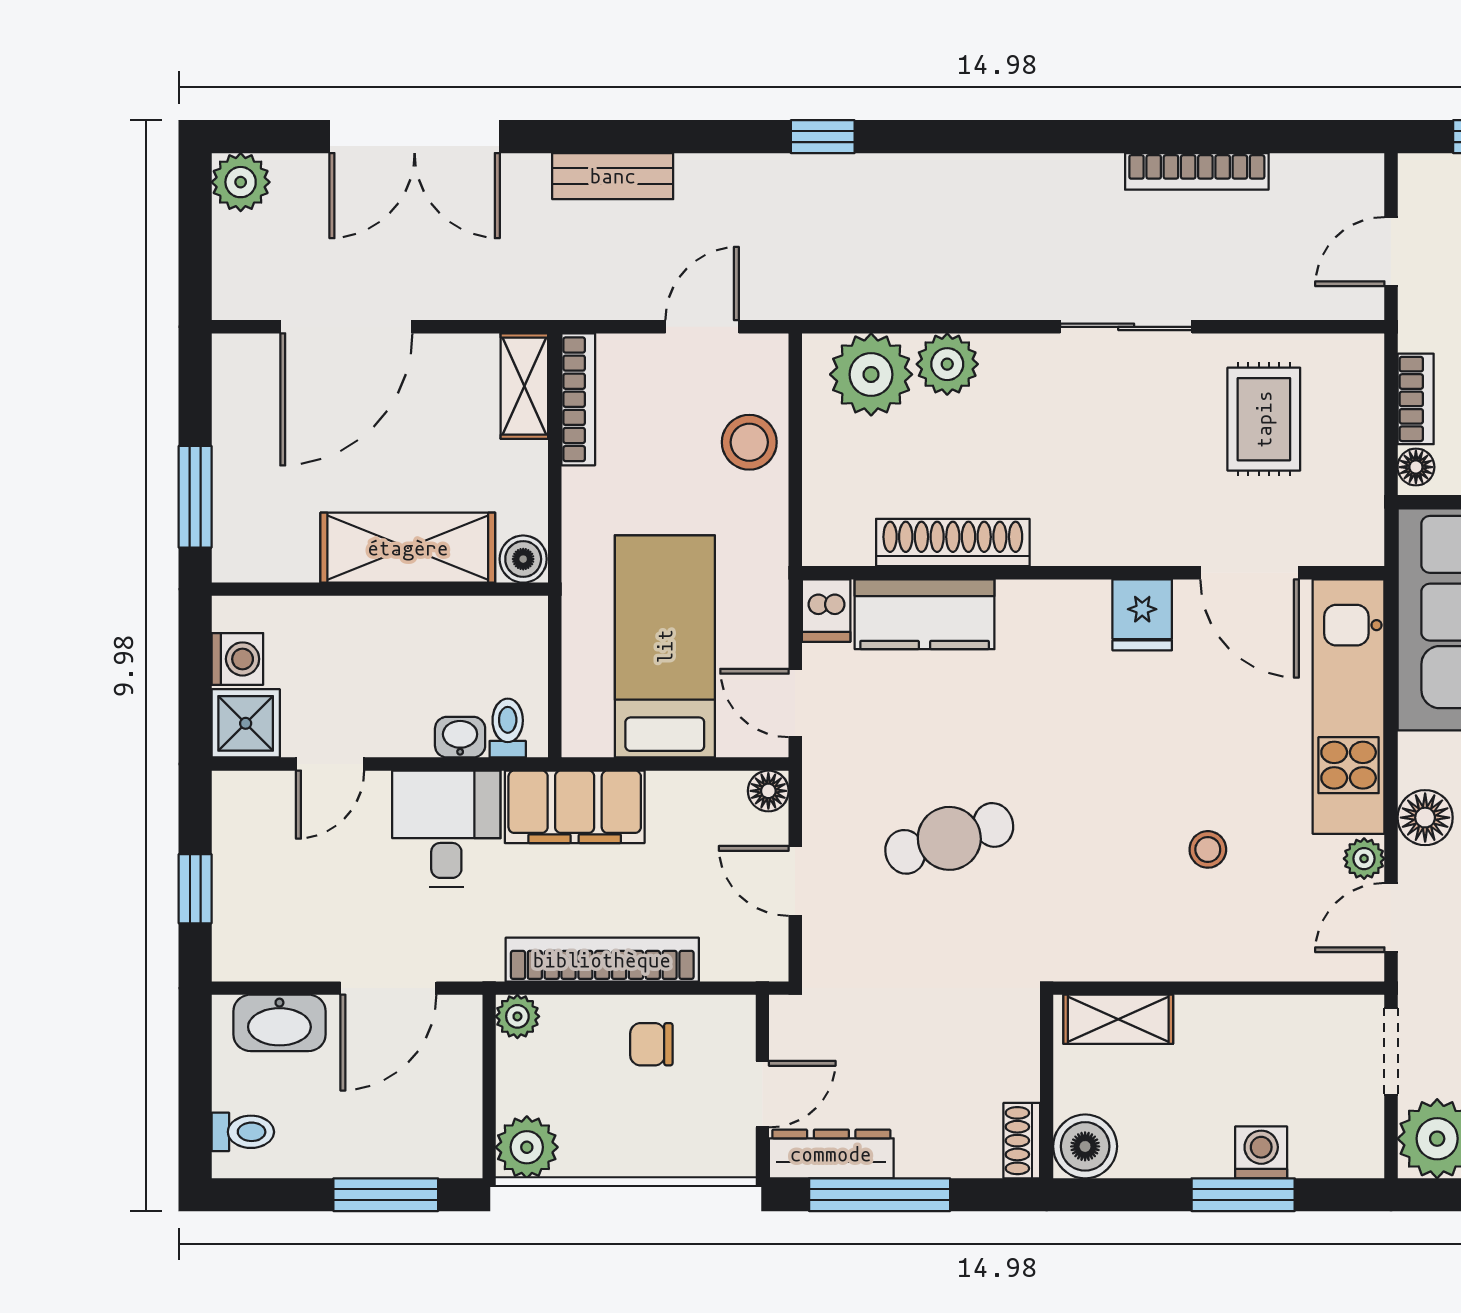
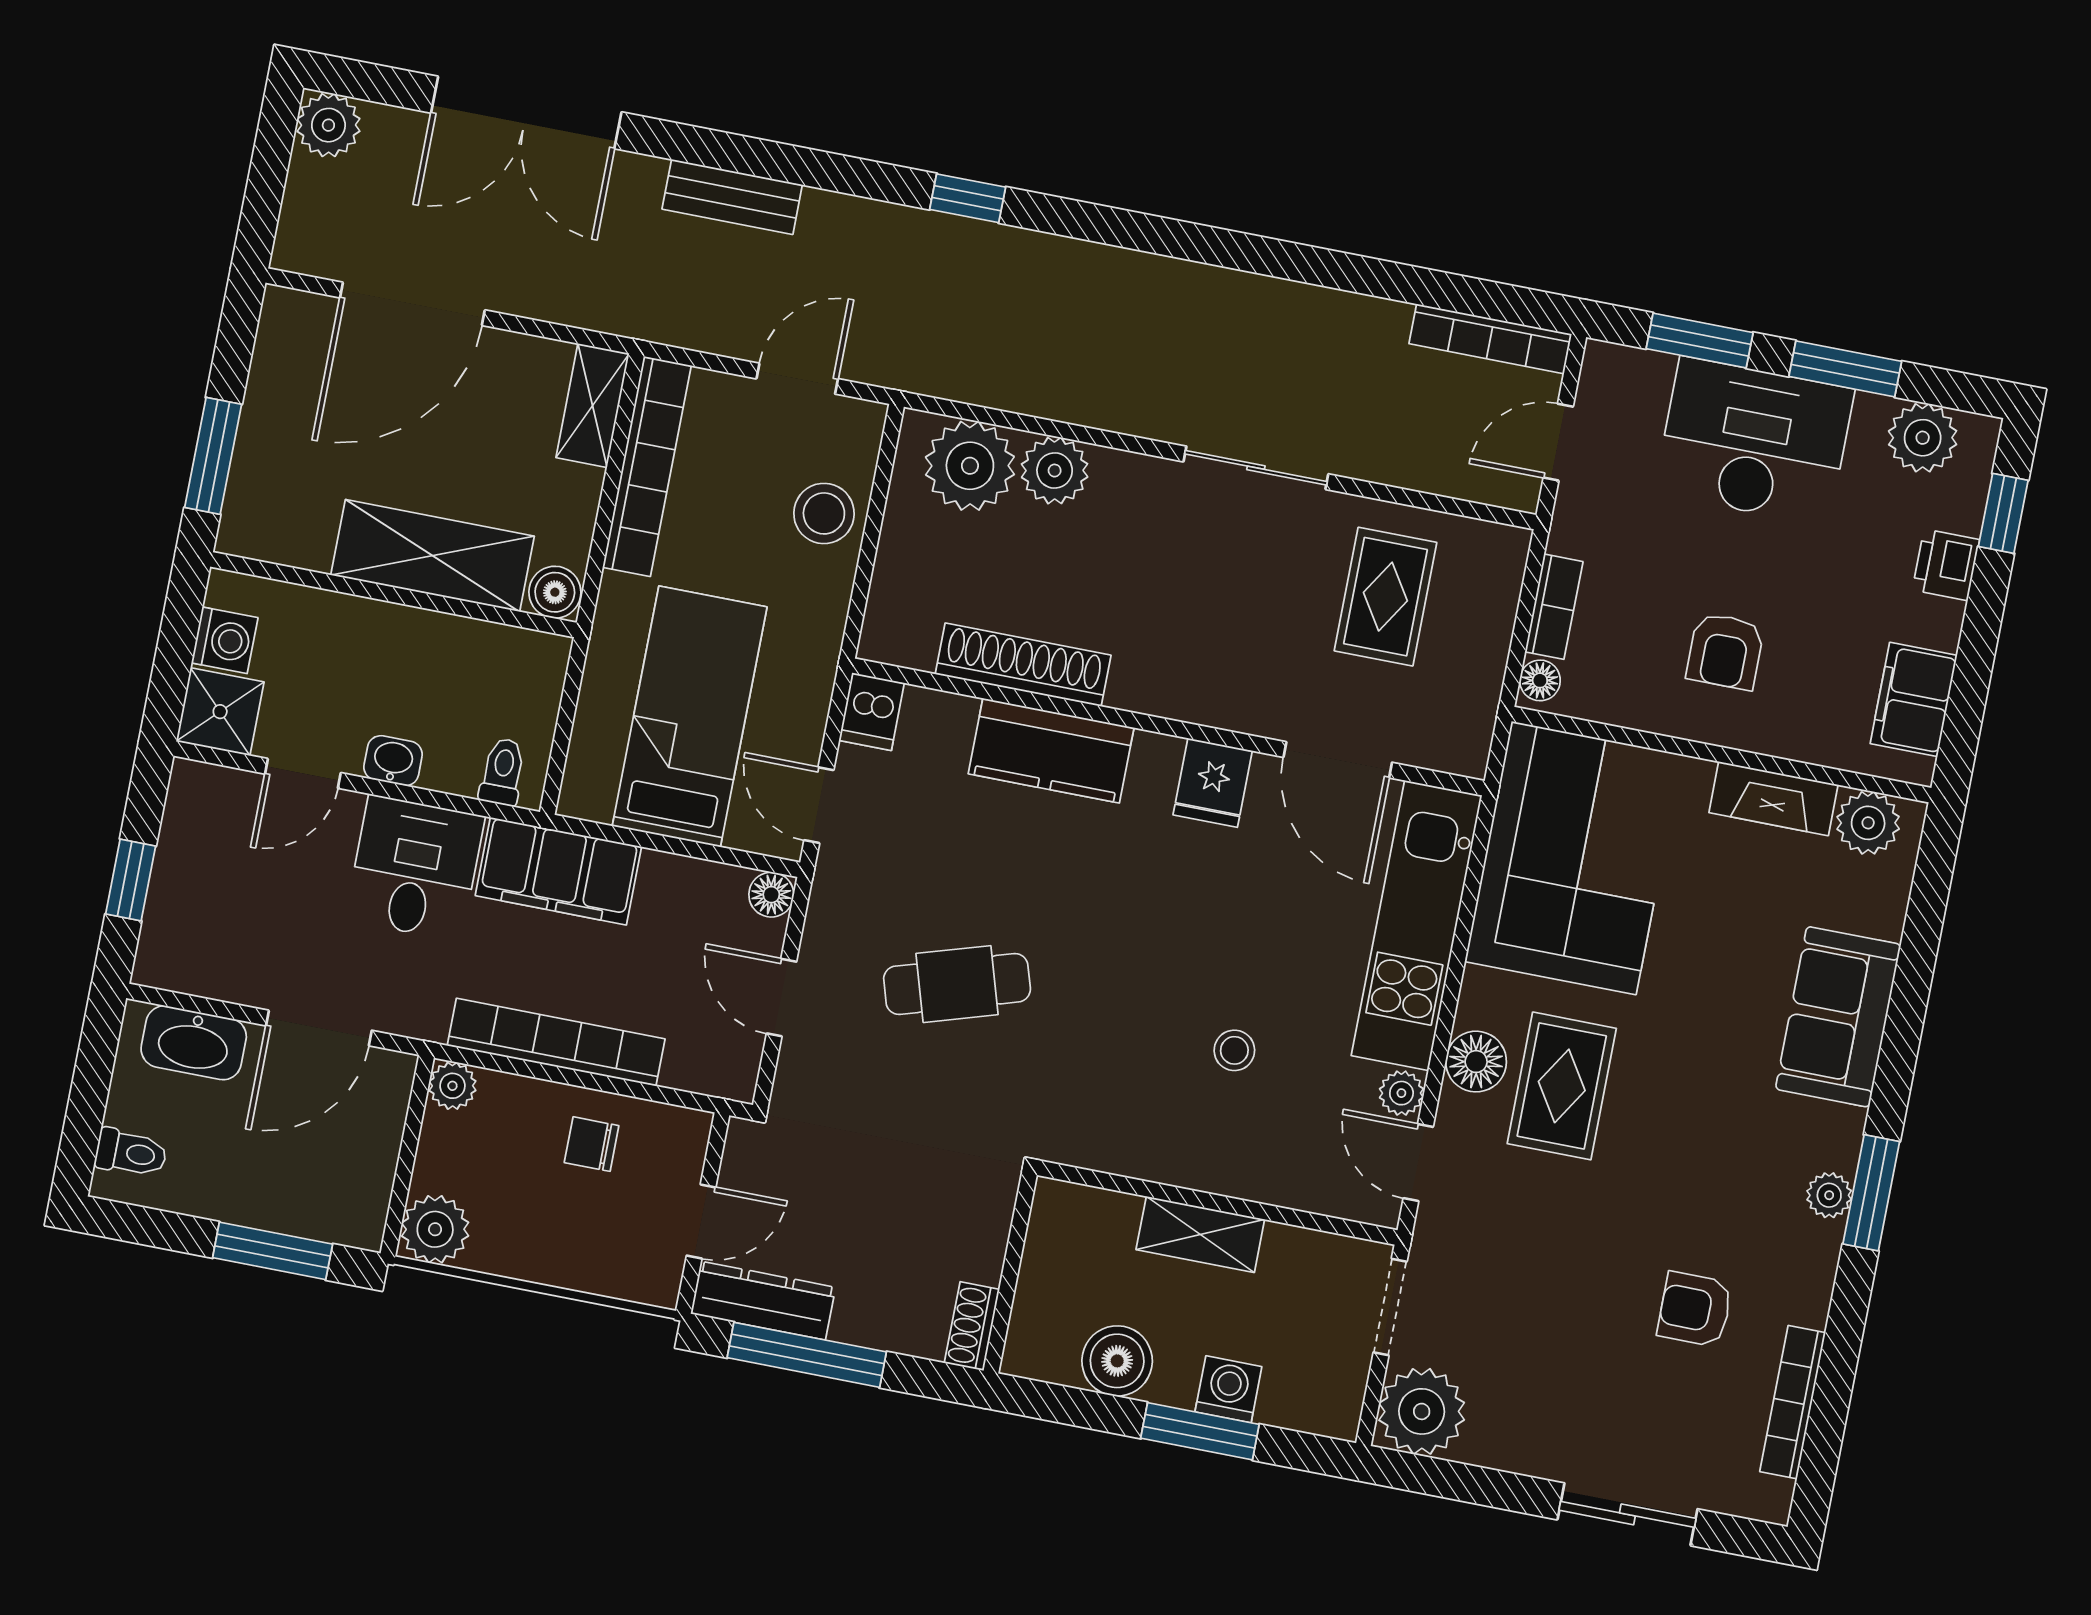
bookcase: (1197, 171) -> (1490, 339), moved
bookcase: (578, 399) -> (647, 466), width x1.48, depth x1.31
kitchen counter: (925, 614) -> (1051, 751), moved
washbasin: (460, 737) -> (393, 761), moved
door: (1391, 918) -> (1418, 1163), hinge flipped
shelving: (1118, 1019) -> (1200, 1234), moved
boiler: (1085, 1146) -> (1117, 1361), moved

